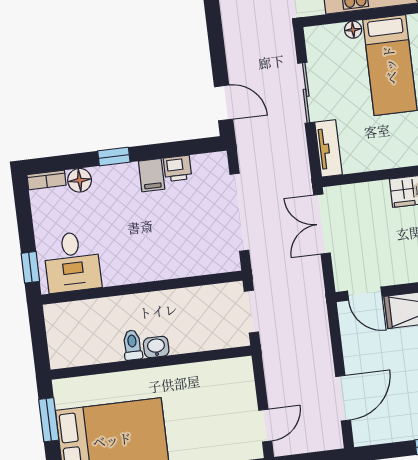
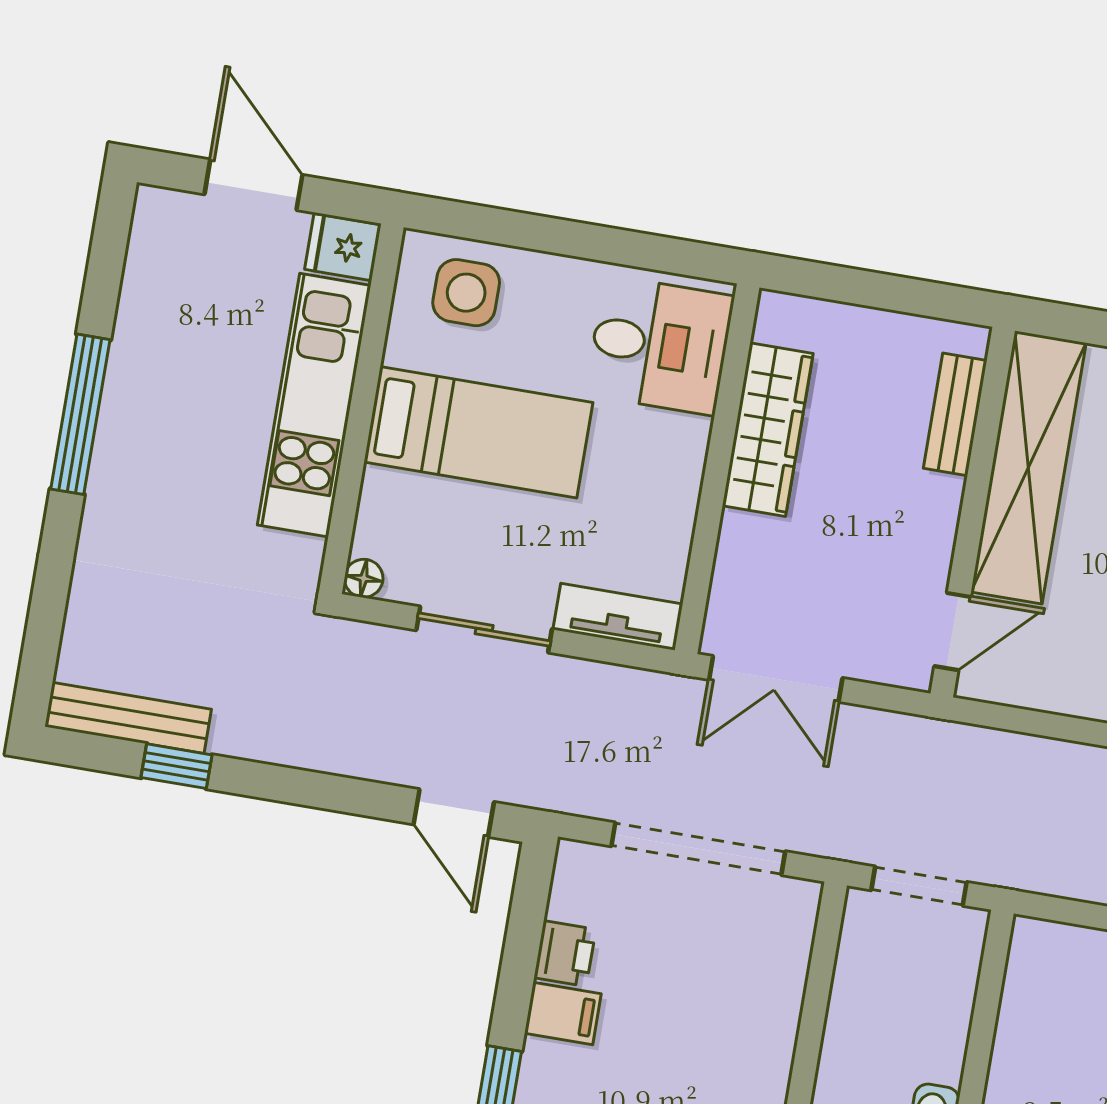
floor lamp: (353, 30) -> (364, 578), moved
door: (224, 103) -> (454, 813), swing flipped

